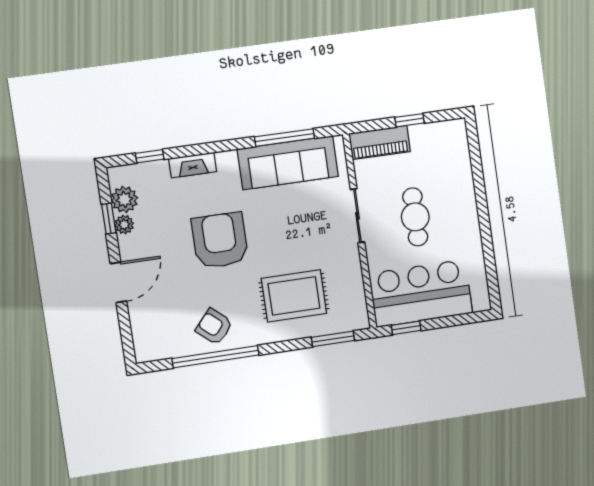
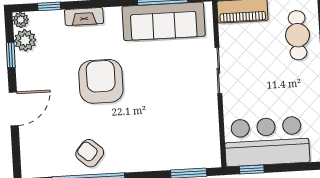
cafe table: (415, 217) -> (298, 35), moved
plant: (124, 225) -> (21, 20), moved
rug: (294, 296) -> (159, 134), removed

